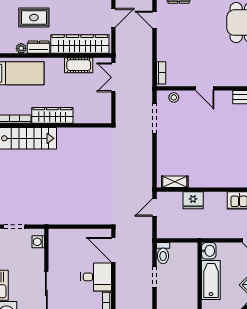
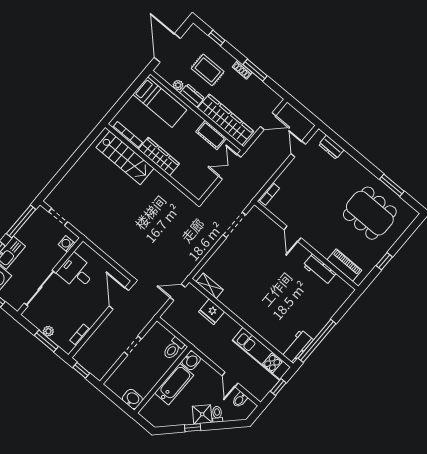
stool: (174, 97) -> (263, 221), removed
toilet: (163, 253) -> (173, 348), moved
desk: (96, 277) -> (76, 272), moved, turned 180

